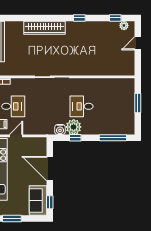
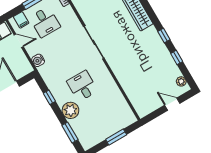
window: (115, 18) -> (177, 57), moved
plant: (74, 127) -> (70, 110), moved
water cooler: (60, 130) -> (38, 60), moved
window: (113, 138) -> (70, 133), width x0.69

